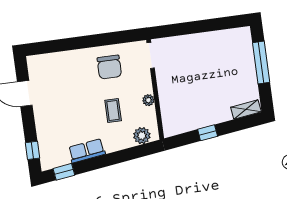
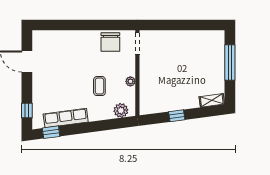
chair: (109, 67) -> (110, 42), moved
row of seats: (87, 151) -> (66, 118), width x1.48

